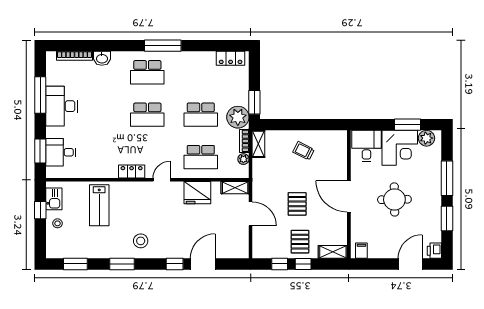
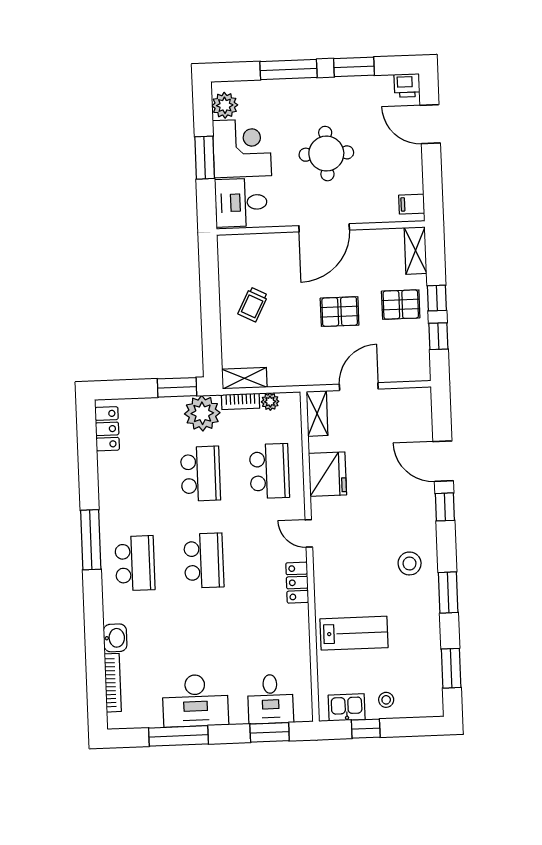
window: (408, 125) -> (205, 158), moved

